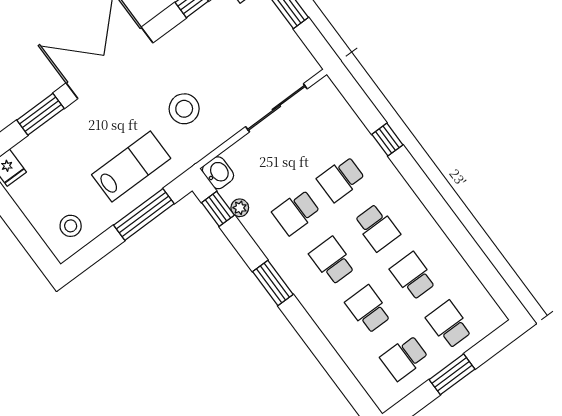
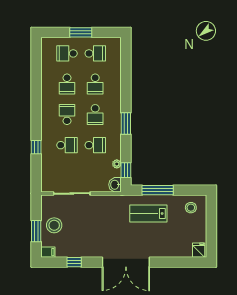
stool: (184, 109) -> (54, 225), moved
window: (40, 114) -> (169, 262), removed
school desk: (449, 325) -> (67, 53), turned 90

